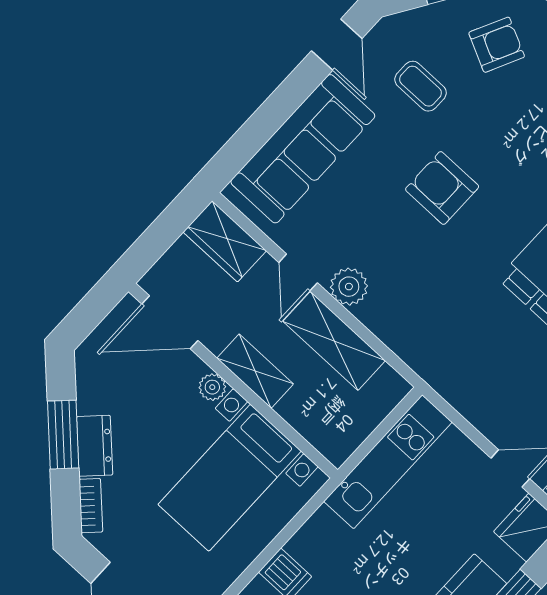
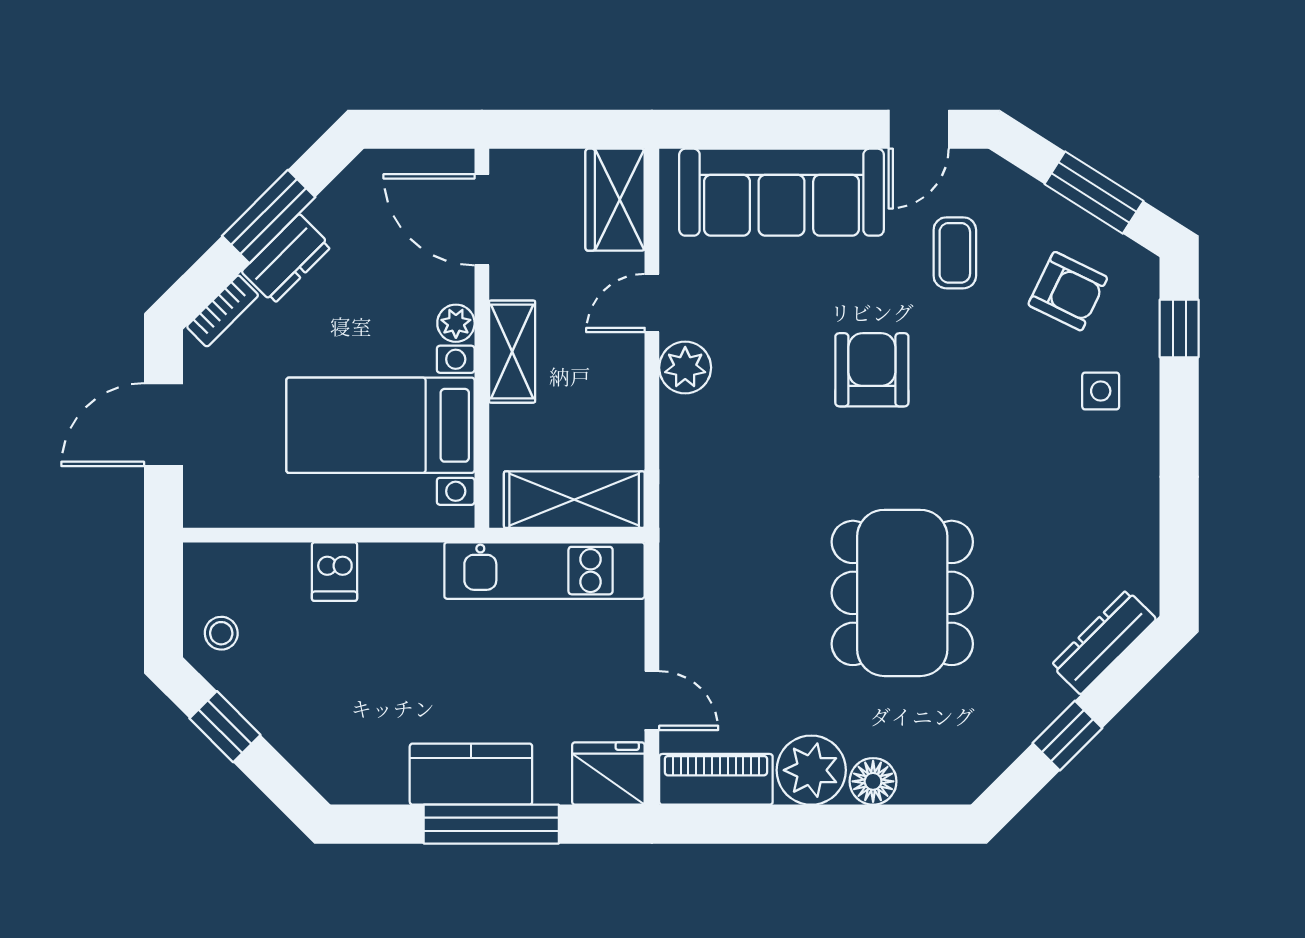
shelving: (334, 341) -> (574, 500), moved, turned 90

